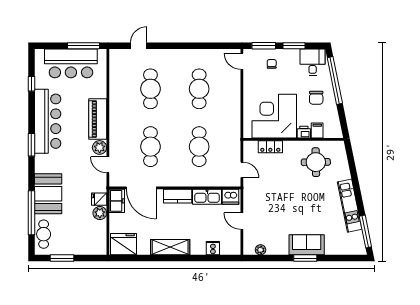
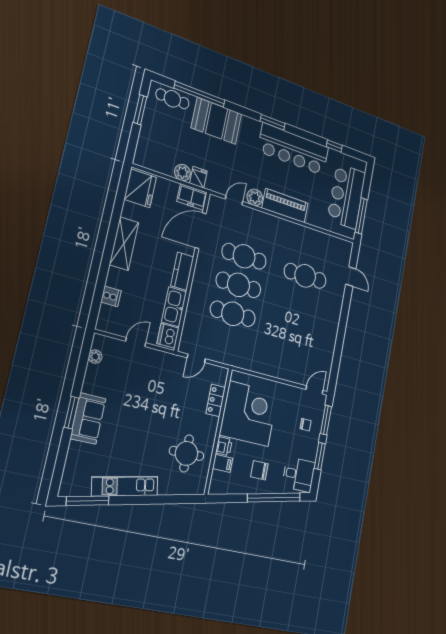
cafe table: (199, 89) -> (238, 285), moved

